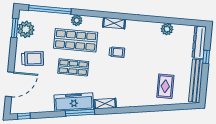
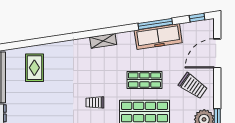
trolley: (33, 59) -> (193, 86), turned -138
freezer: (74, 102) -> (158, 37), moved
window: (80, 113) -> (155, 24), moved

